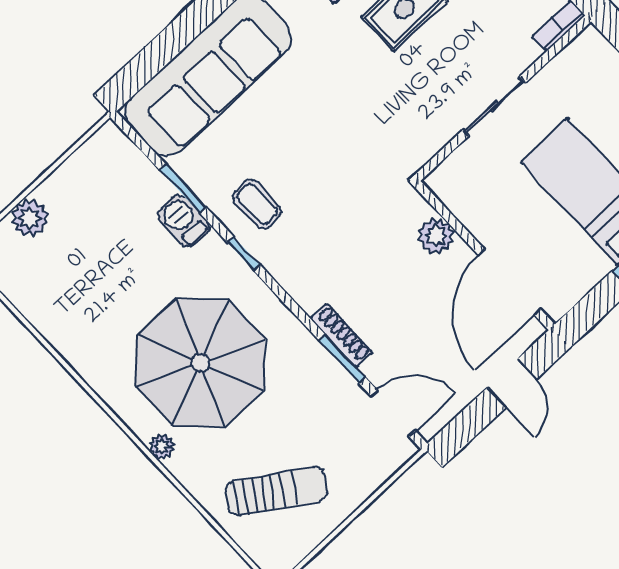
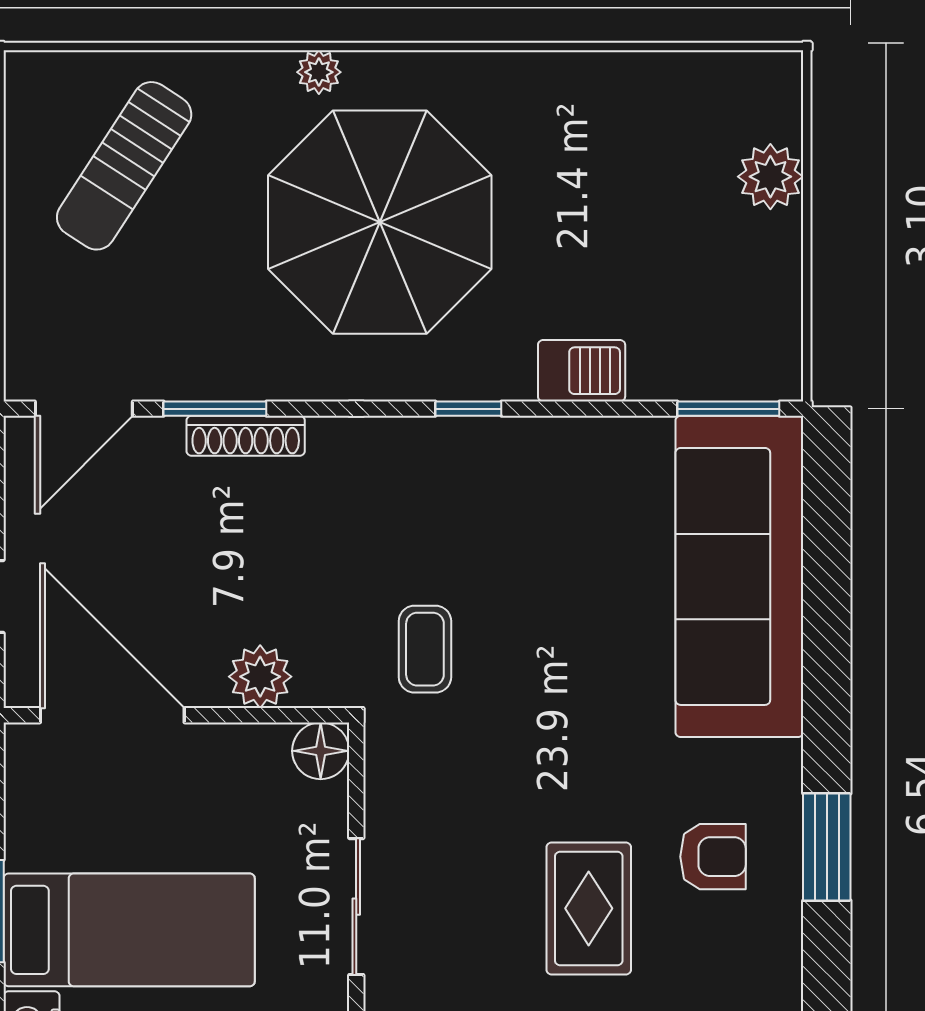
floor lamp: (443, 182) -> (321, 751), added
window: (183, 189) -> (728, 409), moved
coffee table: (257, 204) -> (425, 649), moved, turned 90

